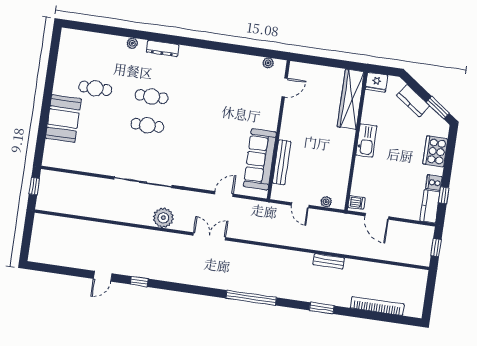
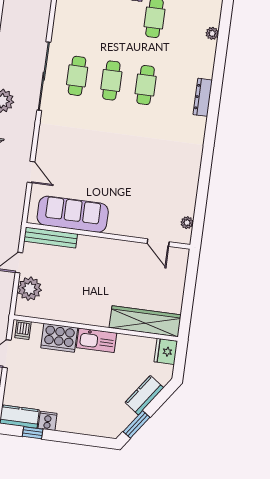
plant: (132, 43) -> (212, 33), moved
cooker: (435, 151) -> (59, 338), moved, turned 180
cafe table: (143, 154) -> (77, 76), added
bench: (282, 162) -> (51, 238), moved
plant: (326, 202) -> (30, 289), width x1.88, depth x1.88

